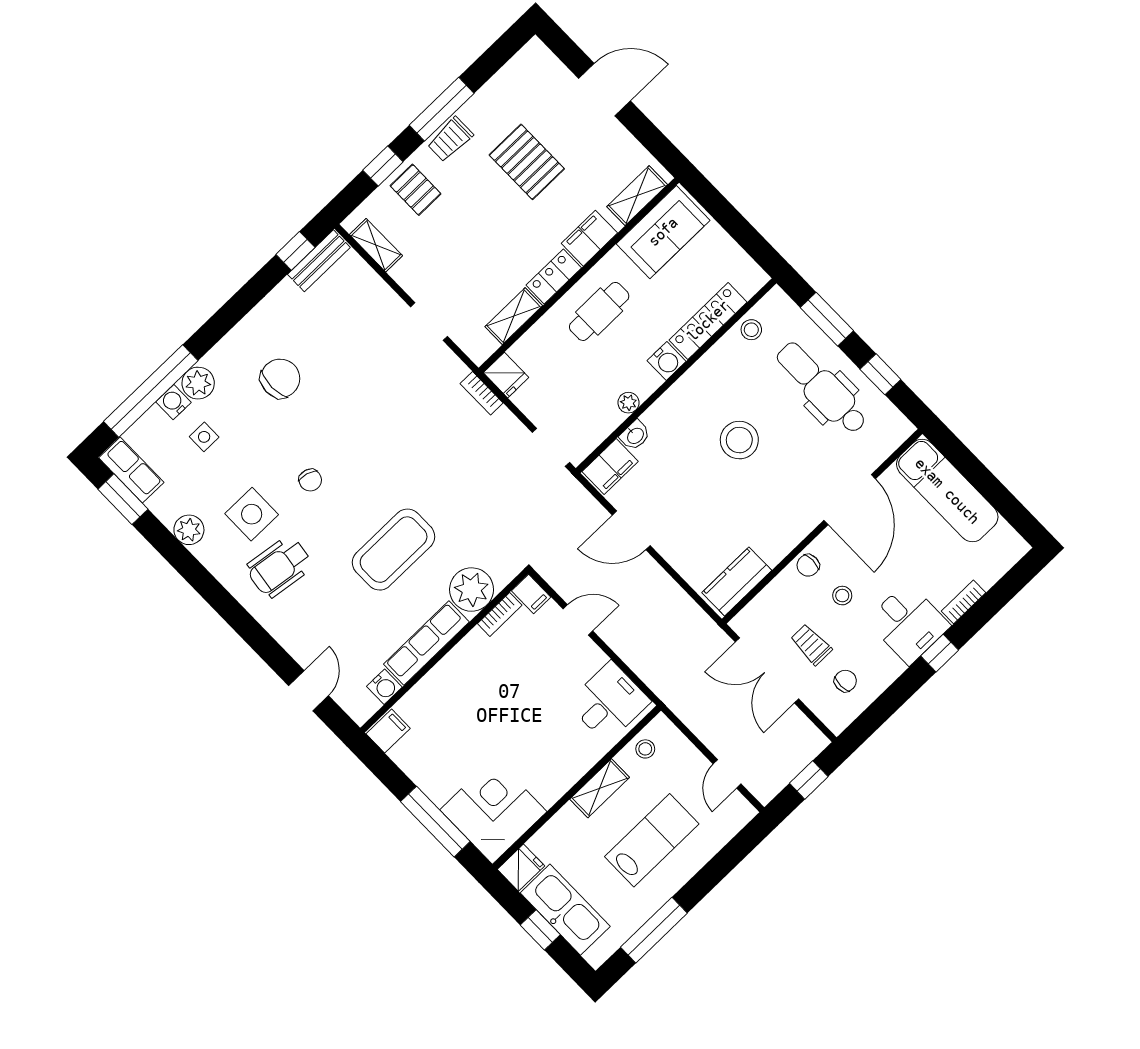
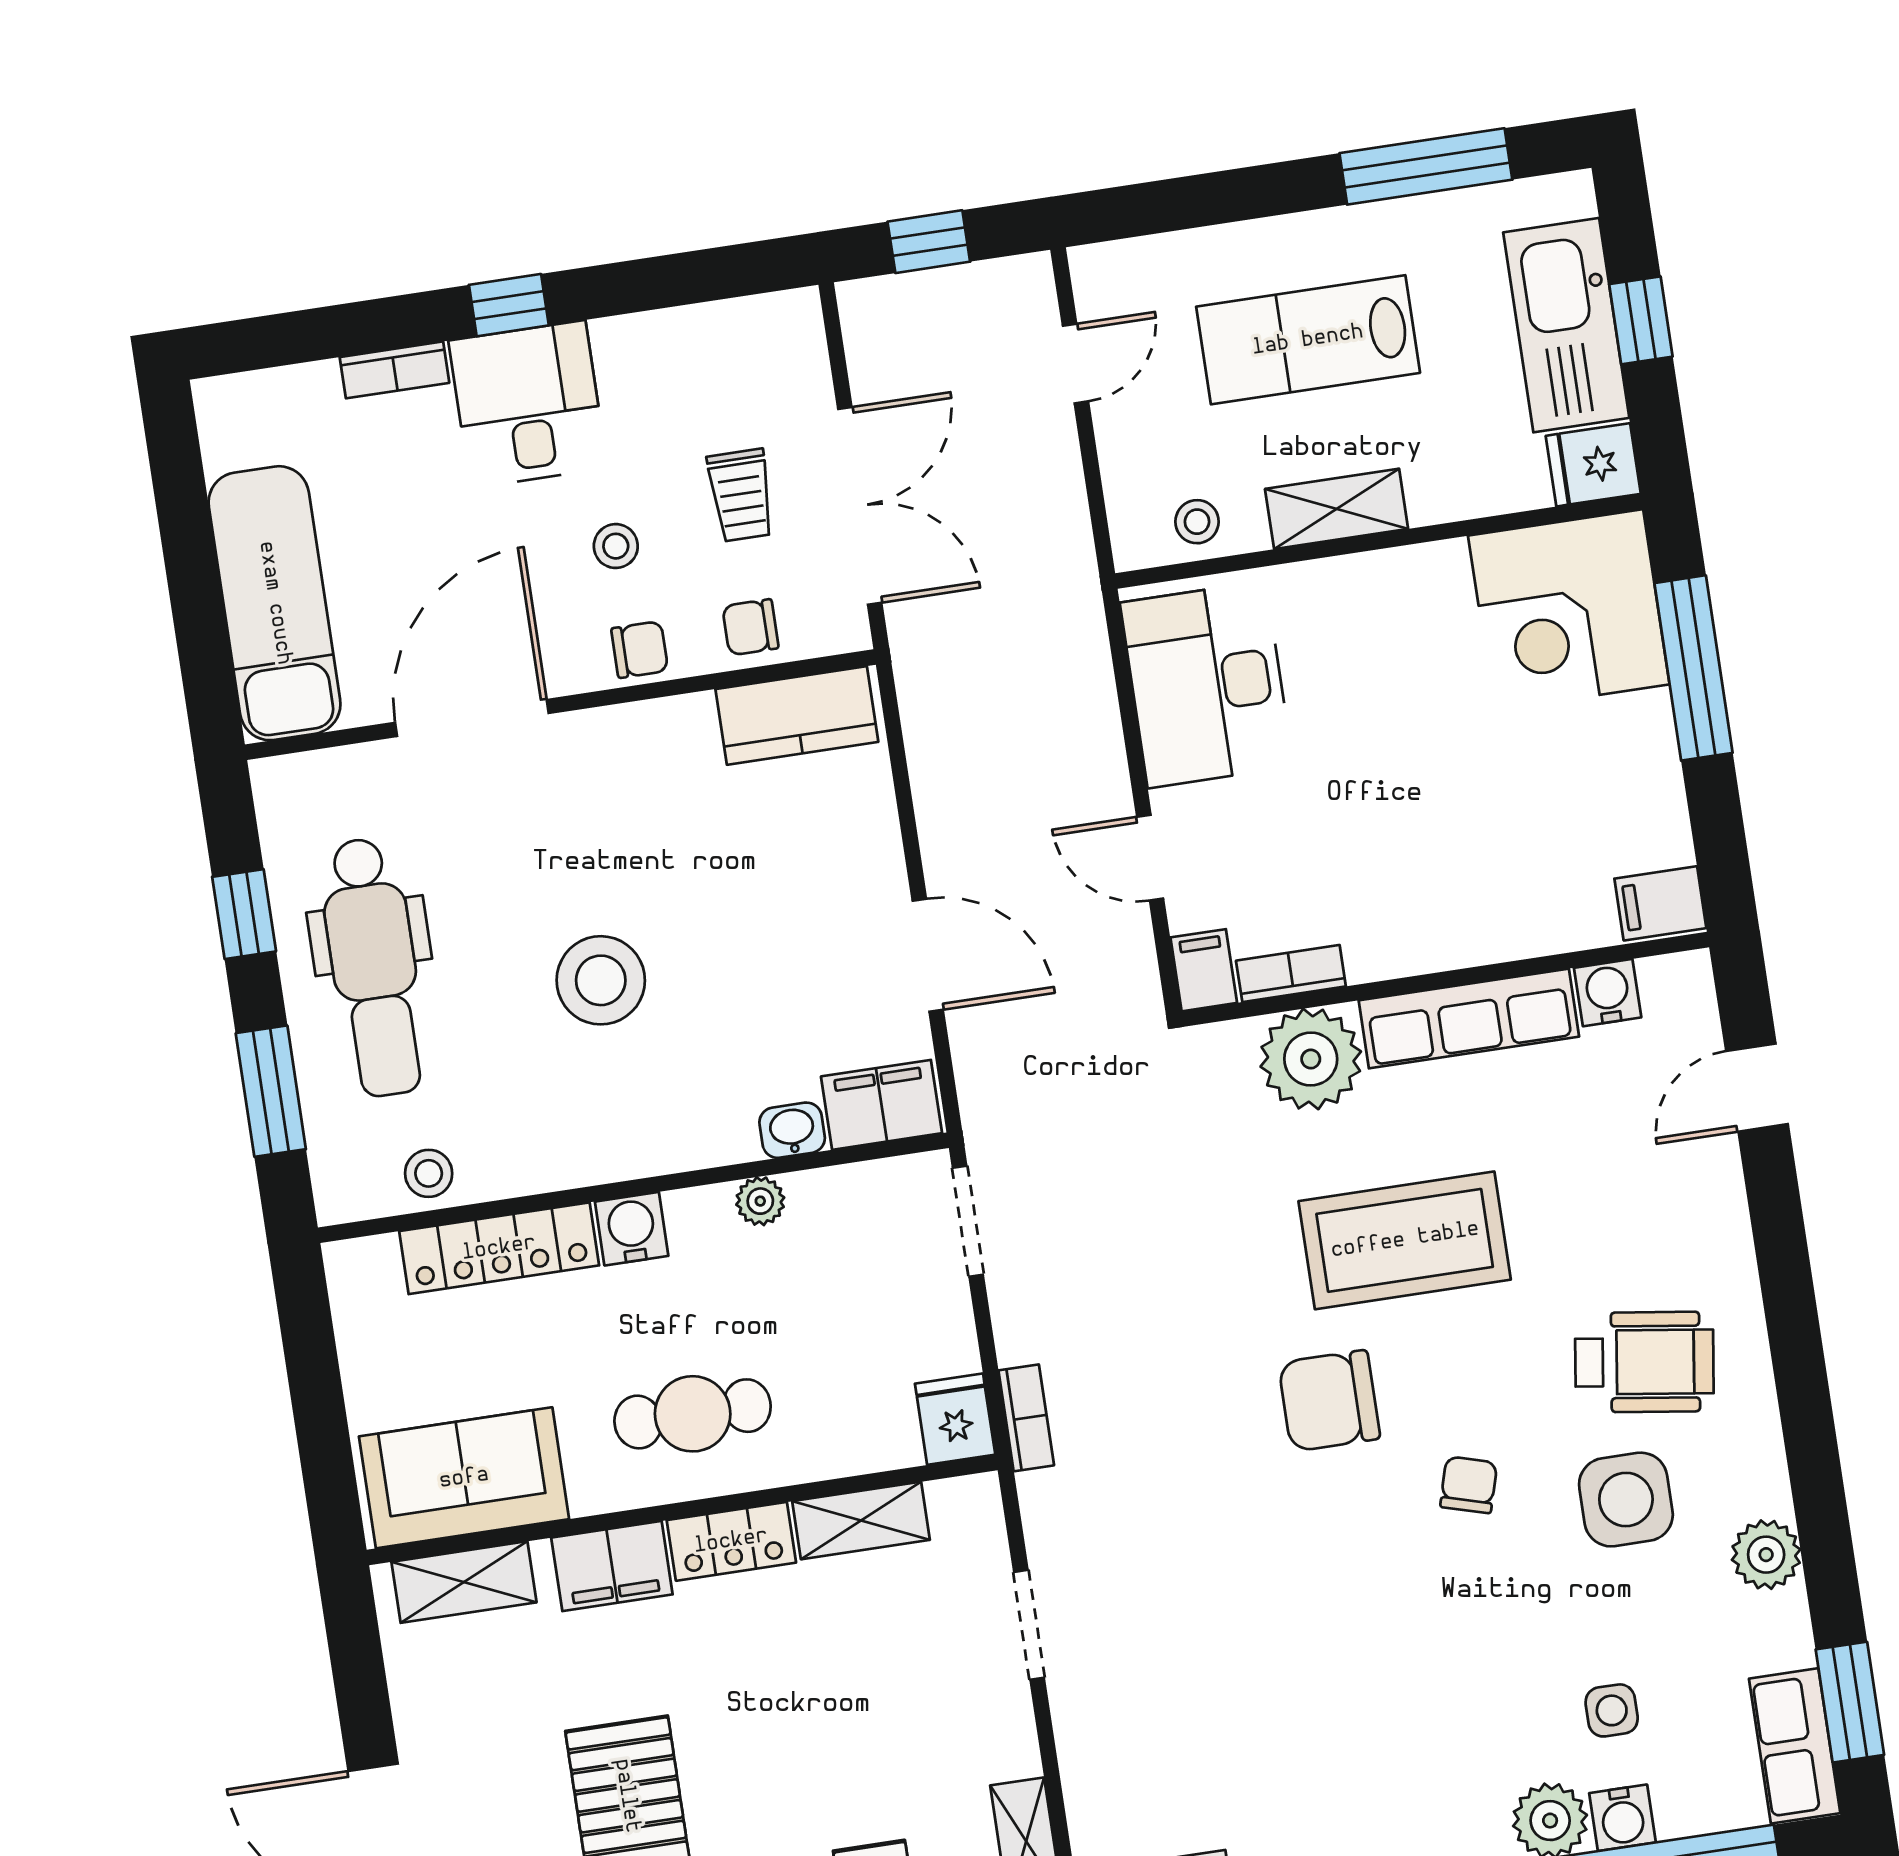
chair: (280, 378) -> (1329, 1401), moved
chair: (845, 681) -> (750, 627), moved
desk: (609, 702) -> (1207, 685), width x1.37

